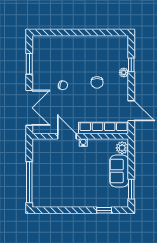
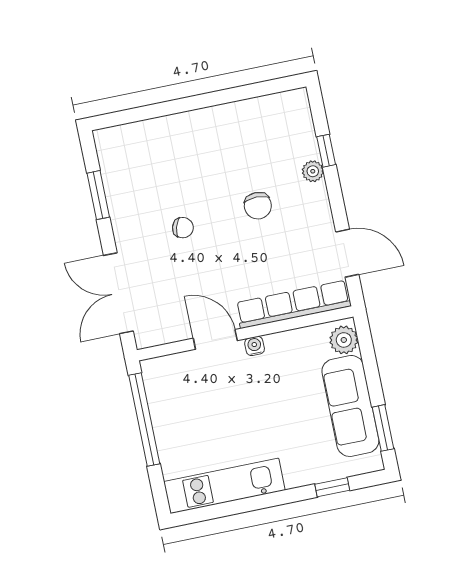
double door: (29, 108) -> (118, 293), swing flipped
sofa: (119, 171) -> (350, 406), width x1.36
window: (29, 182) -> (144, 419), moved
kitchen unit: (58, 200) -> (224, 486), added

